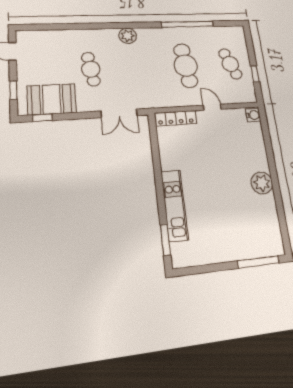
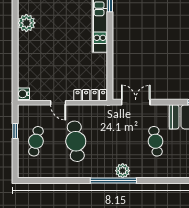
window: (188, 24) -> (113, 180), moved
cafe table: (230, 64) -> (36, 141), turned 33
plant: (262, 183) -> (26, 23), moved

